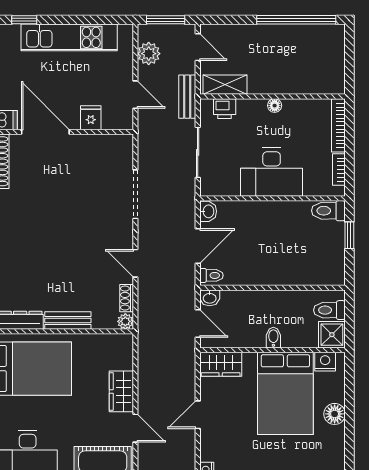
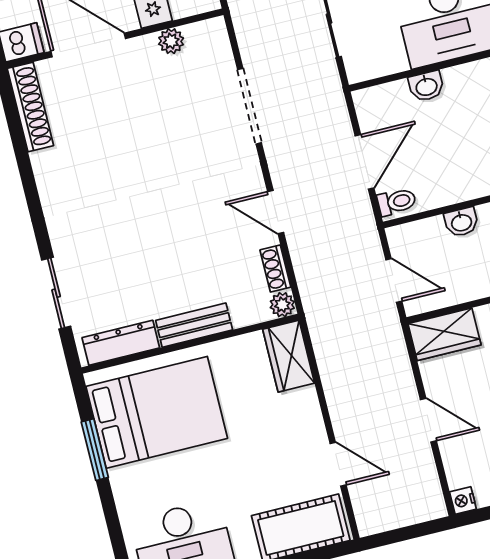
plant: (97, 142) -> (171, 41), added
washbasin: (208, 211) -> (426, 86), moved, turned 90
washbasin: (210, 298) -> (461, 222), moved
wardrobe: (121, 391) -> (289, 356), moved
door: (198, 415) -> (428, 420), swing flipped

